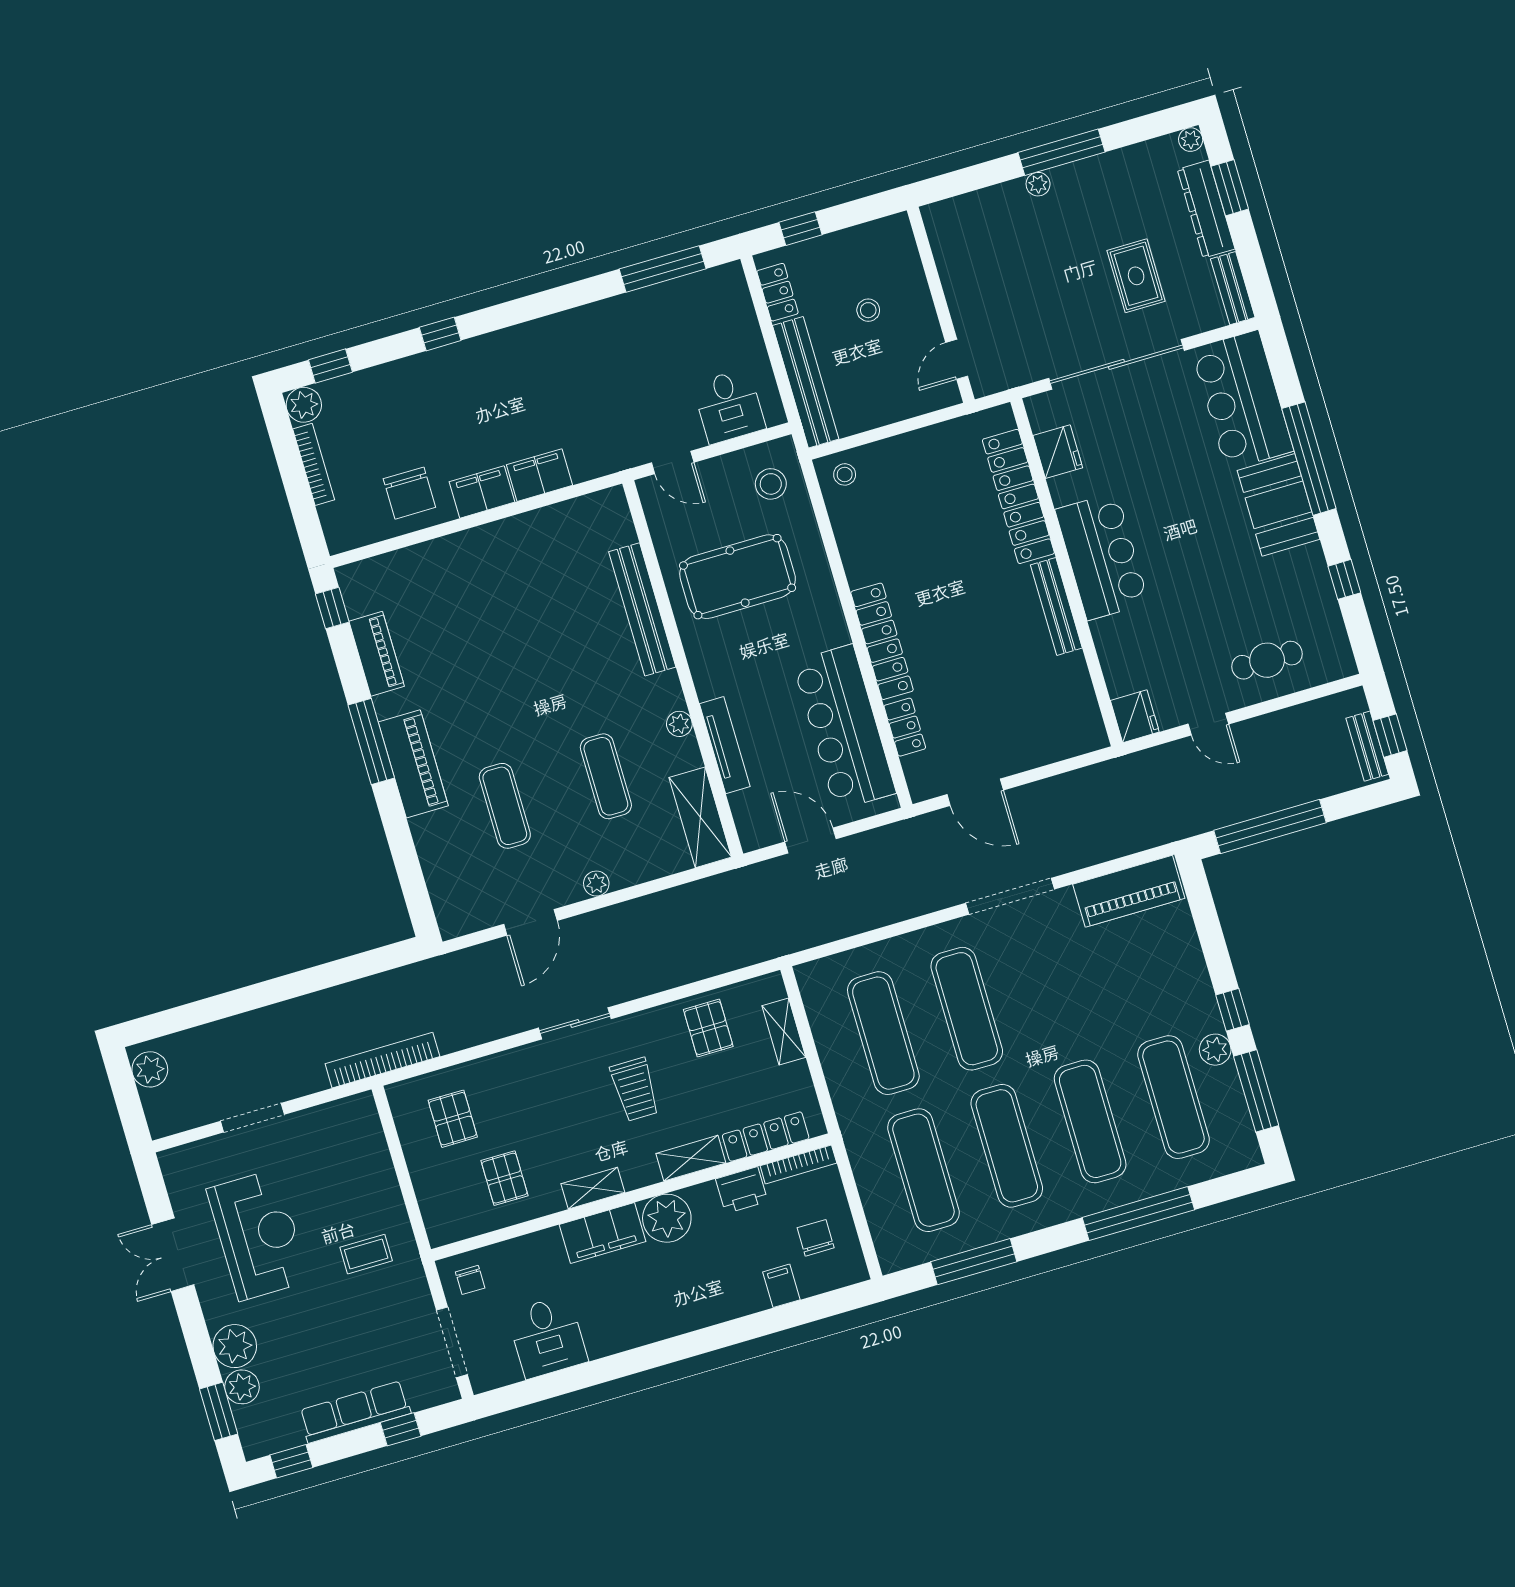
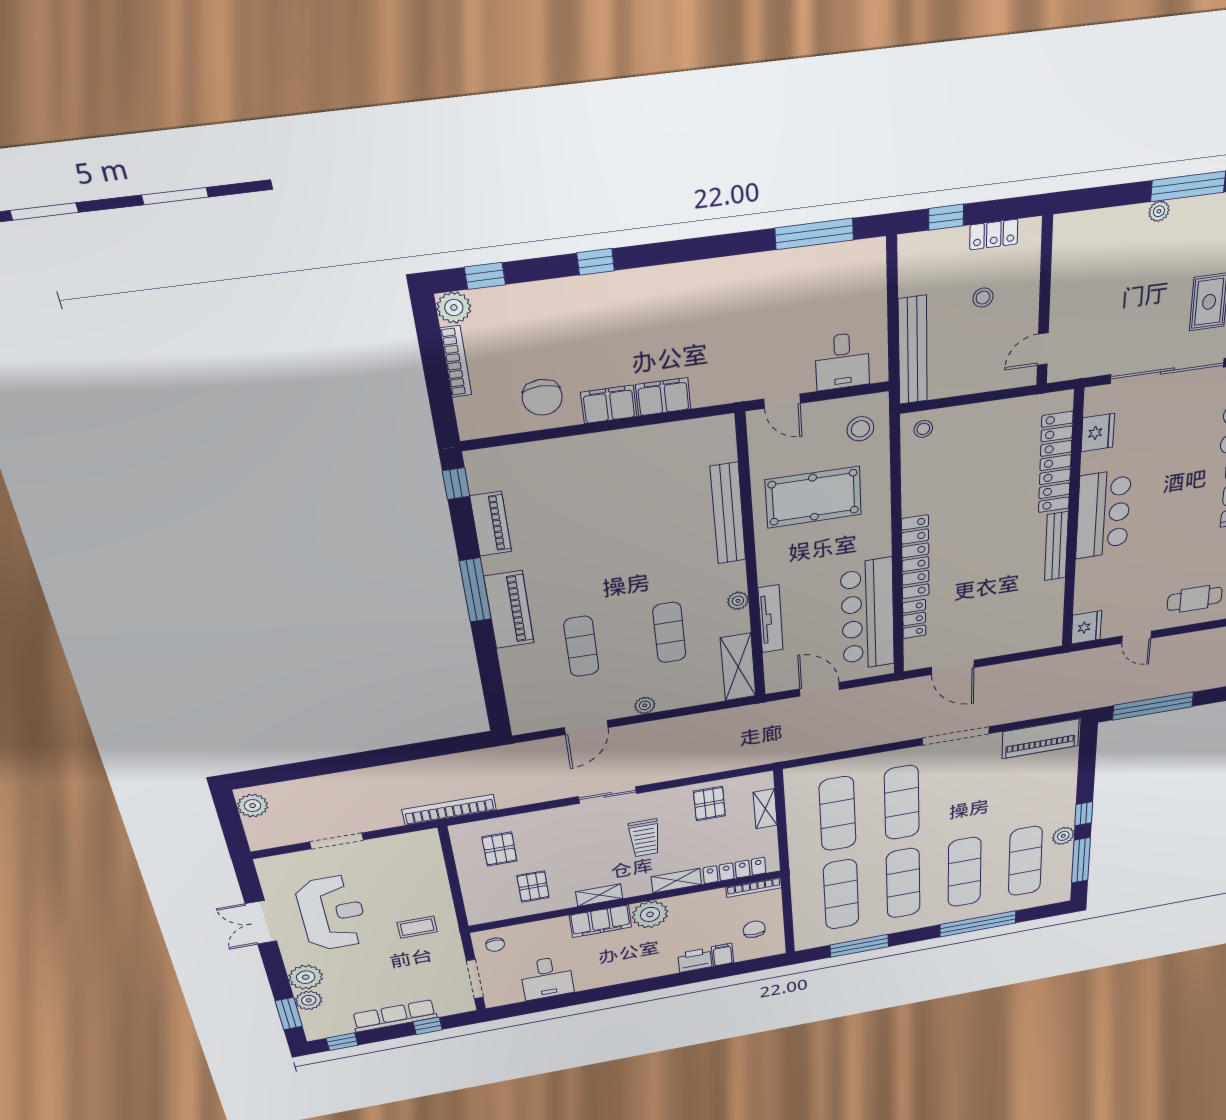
locker: (778, 292) -> (994, 235), moved, turned 90
printer: (742, 1190) -> (695, 960), moved, turned 180

